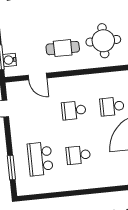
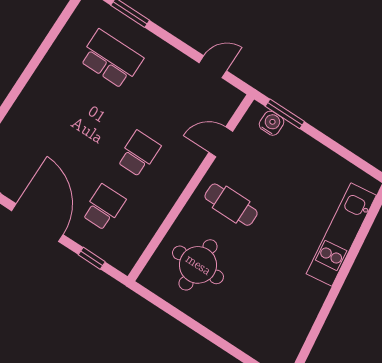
cafe table: (63, 48) -> (231, 205), turned 90
school desk: (78, 155) -> (76, 113), removed

